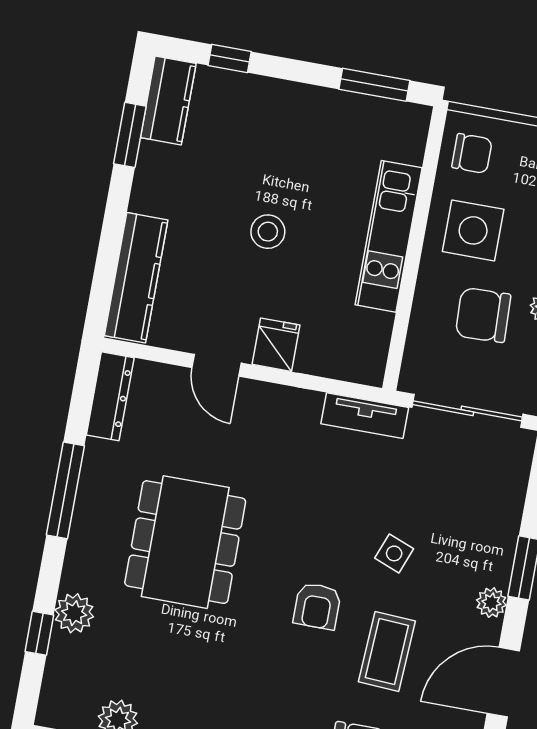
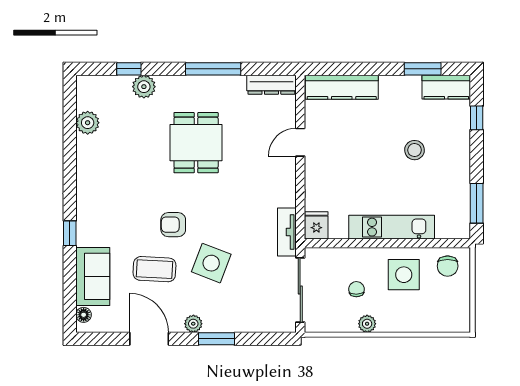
stool: (268, 232) -> (414, 150), moved
chair: (483, 315) -> (357, 289), width x0.54, depth x0.54
fridge: (276, 345) -> (316, 225), moved, turned -90
dining table: (185, 542) -> (196, 143), width x0.73
side table: (394, 553) -> (211, 263), width x1.87, depth x1.87

